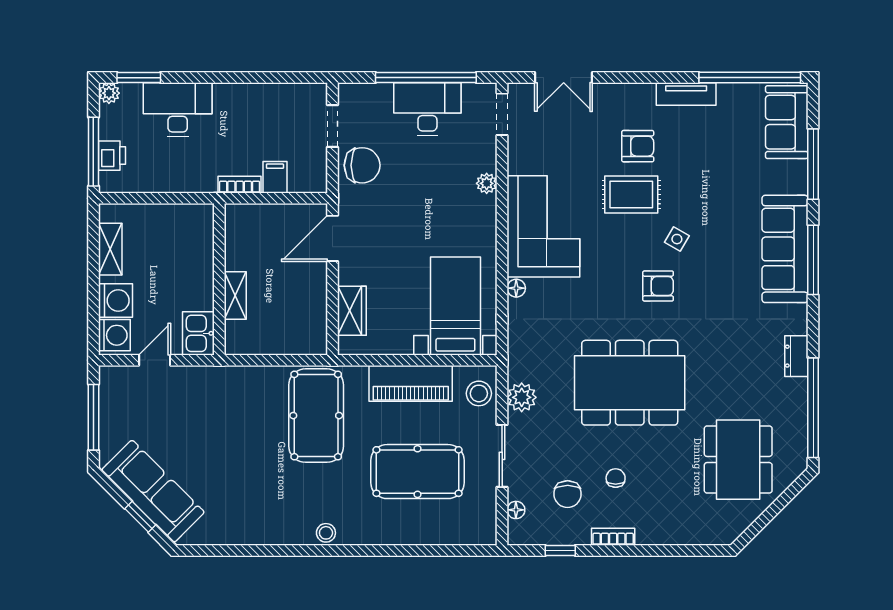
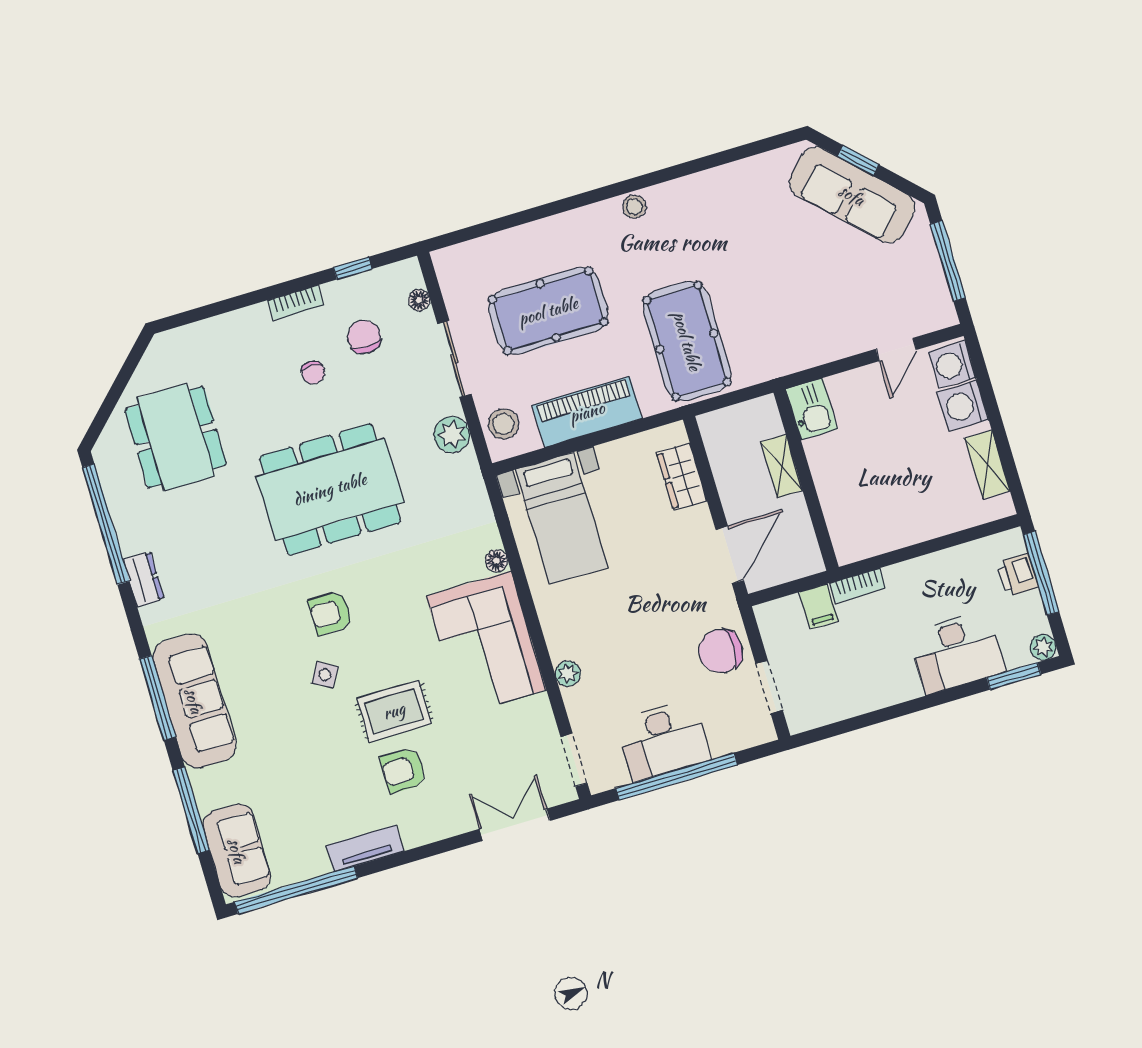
wall: (219, 279) -> (806, 480), moved
shelving: (235, 296) -> (782, 466), moved
kitchen sink: (198, 333) -> (812, 409), moved

